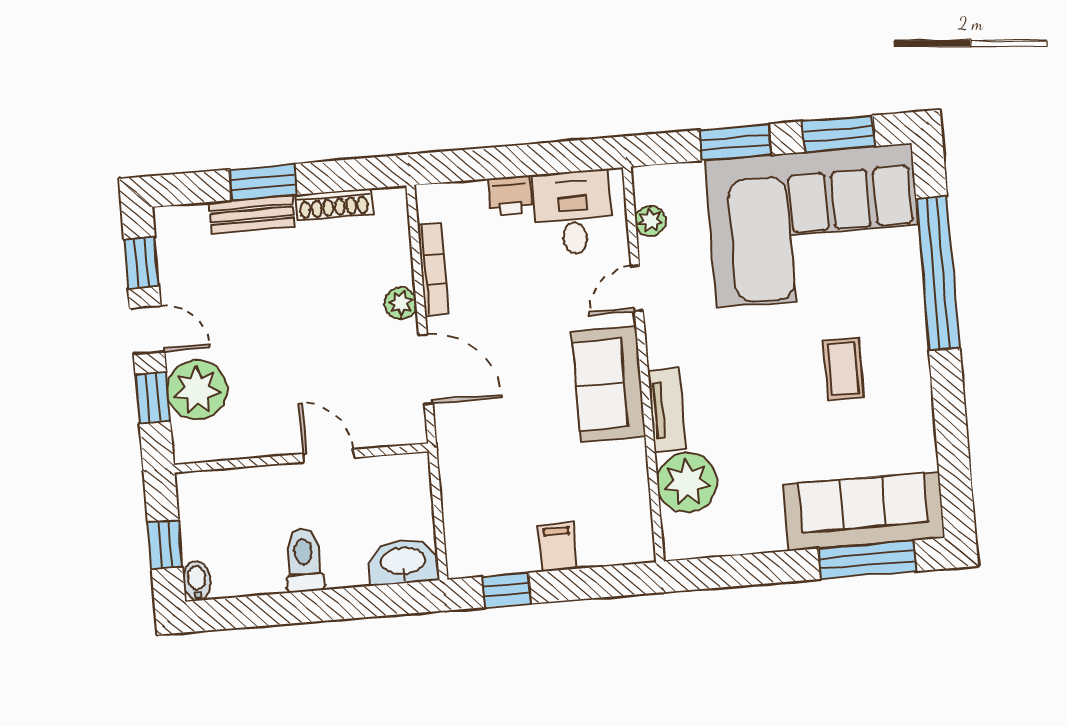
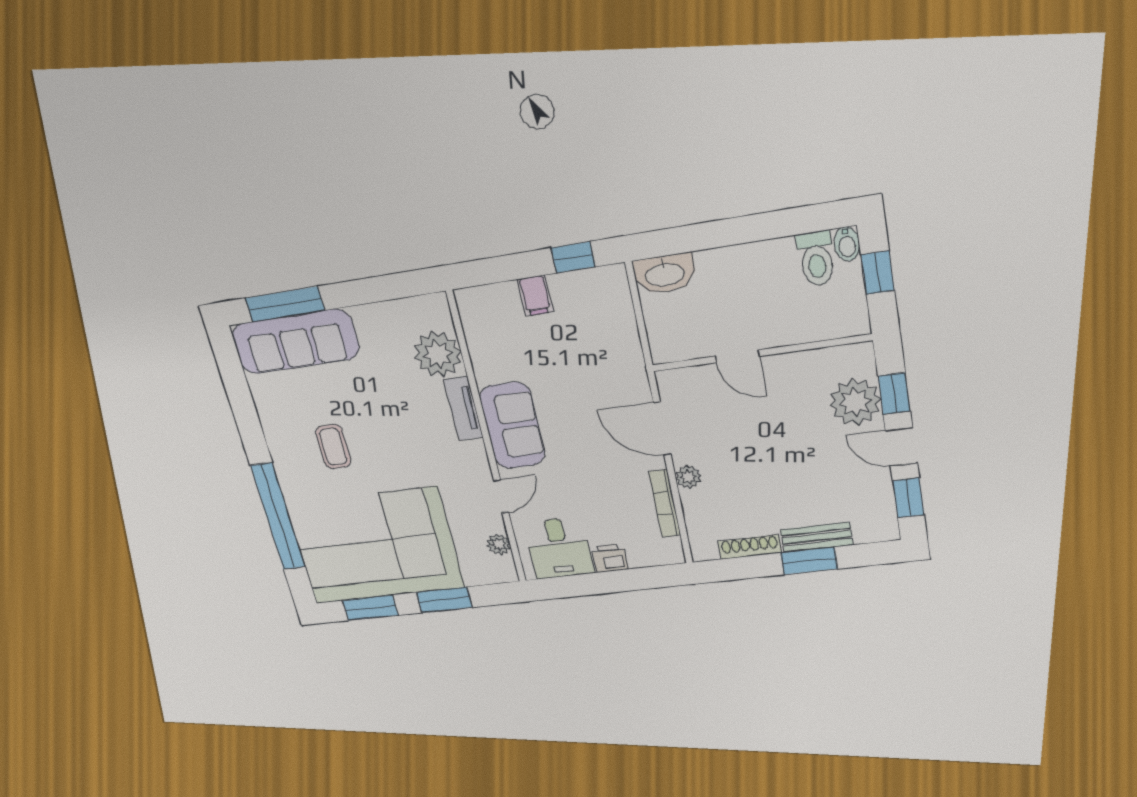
toilet: (304, 560) -> (816, 259), moved

